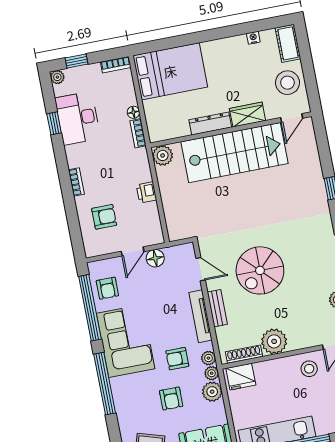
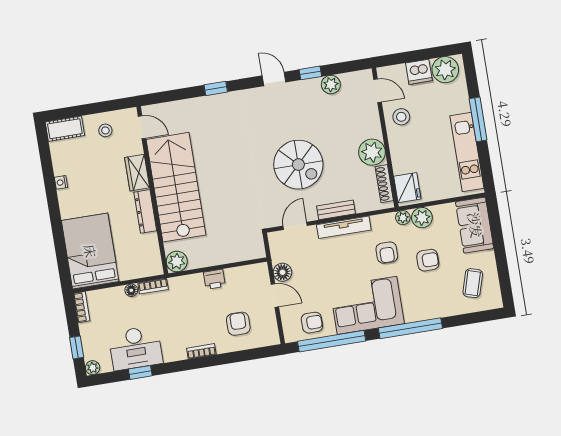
nightstand: (253, 38) -> (61, 182), moved
stool: (287, 83) -> (105, 130), width x0.53, depth x0.53
plant: (208, 358) -> (387, 220), removed

